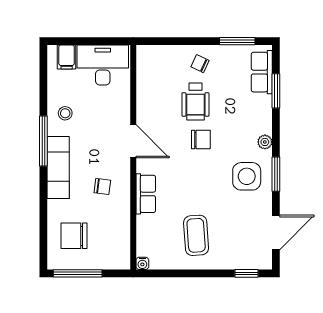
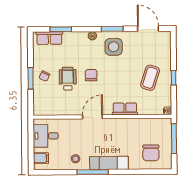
window: (237, 41) -> (31, 78), moved
desk: (103, 65) -> (46, 136), width x0.73
wheelchair: (195, 101) -> (68, 79), turned -90
chair: (102, 186) -> (120, 136), removed
coffee table: (196, 235) -> (150, 78), turned -68
window: (78, 273) -> (174, 139), moved
window: (246, 273) -> (174, 78), moved

